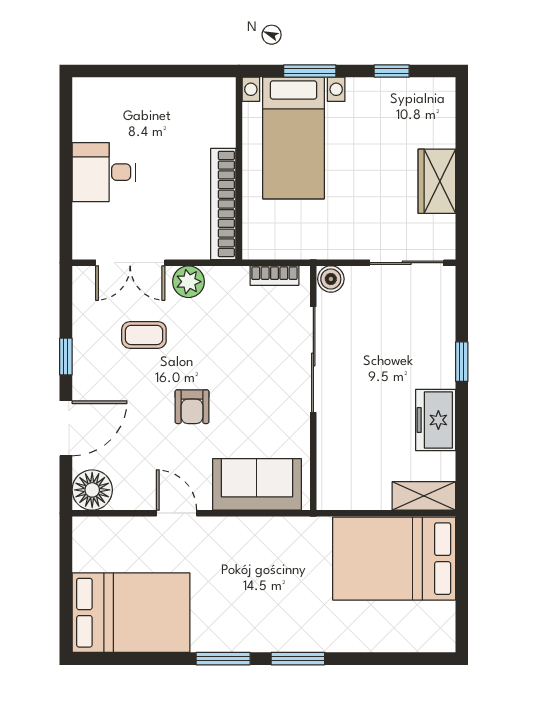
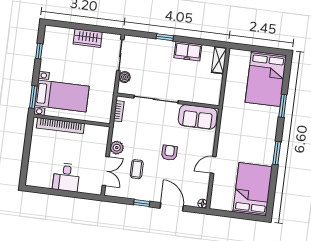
window: (310, 71) -> (33, 97), moved
bookcase: (223, 204) -> (60, 126), moved
boiler: (331, 279) -> (124, 77), moved
armchair: (192, 407) -> (169, 153), turned -89
sofa: (257, 484) -> (198, 117), moved, turned -90
floor lamp: (92, 490) -> (203, 204), width x0.53, depth x0.53
bed: (394, 559) -> (266, 79), moved
window: (298, 659) -> (283, 106), moved

